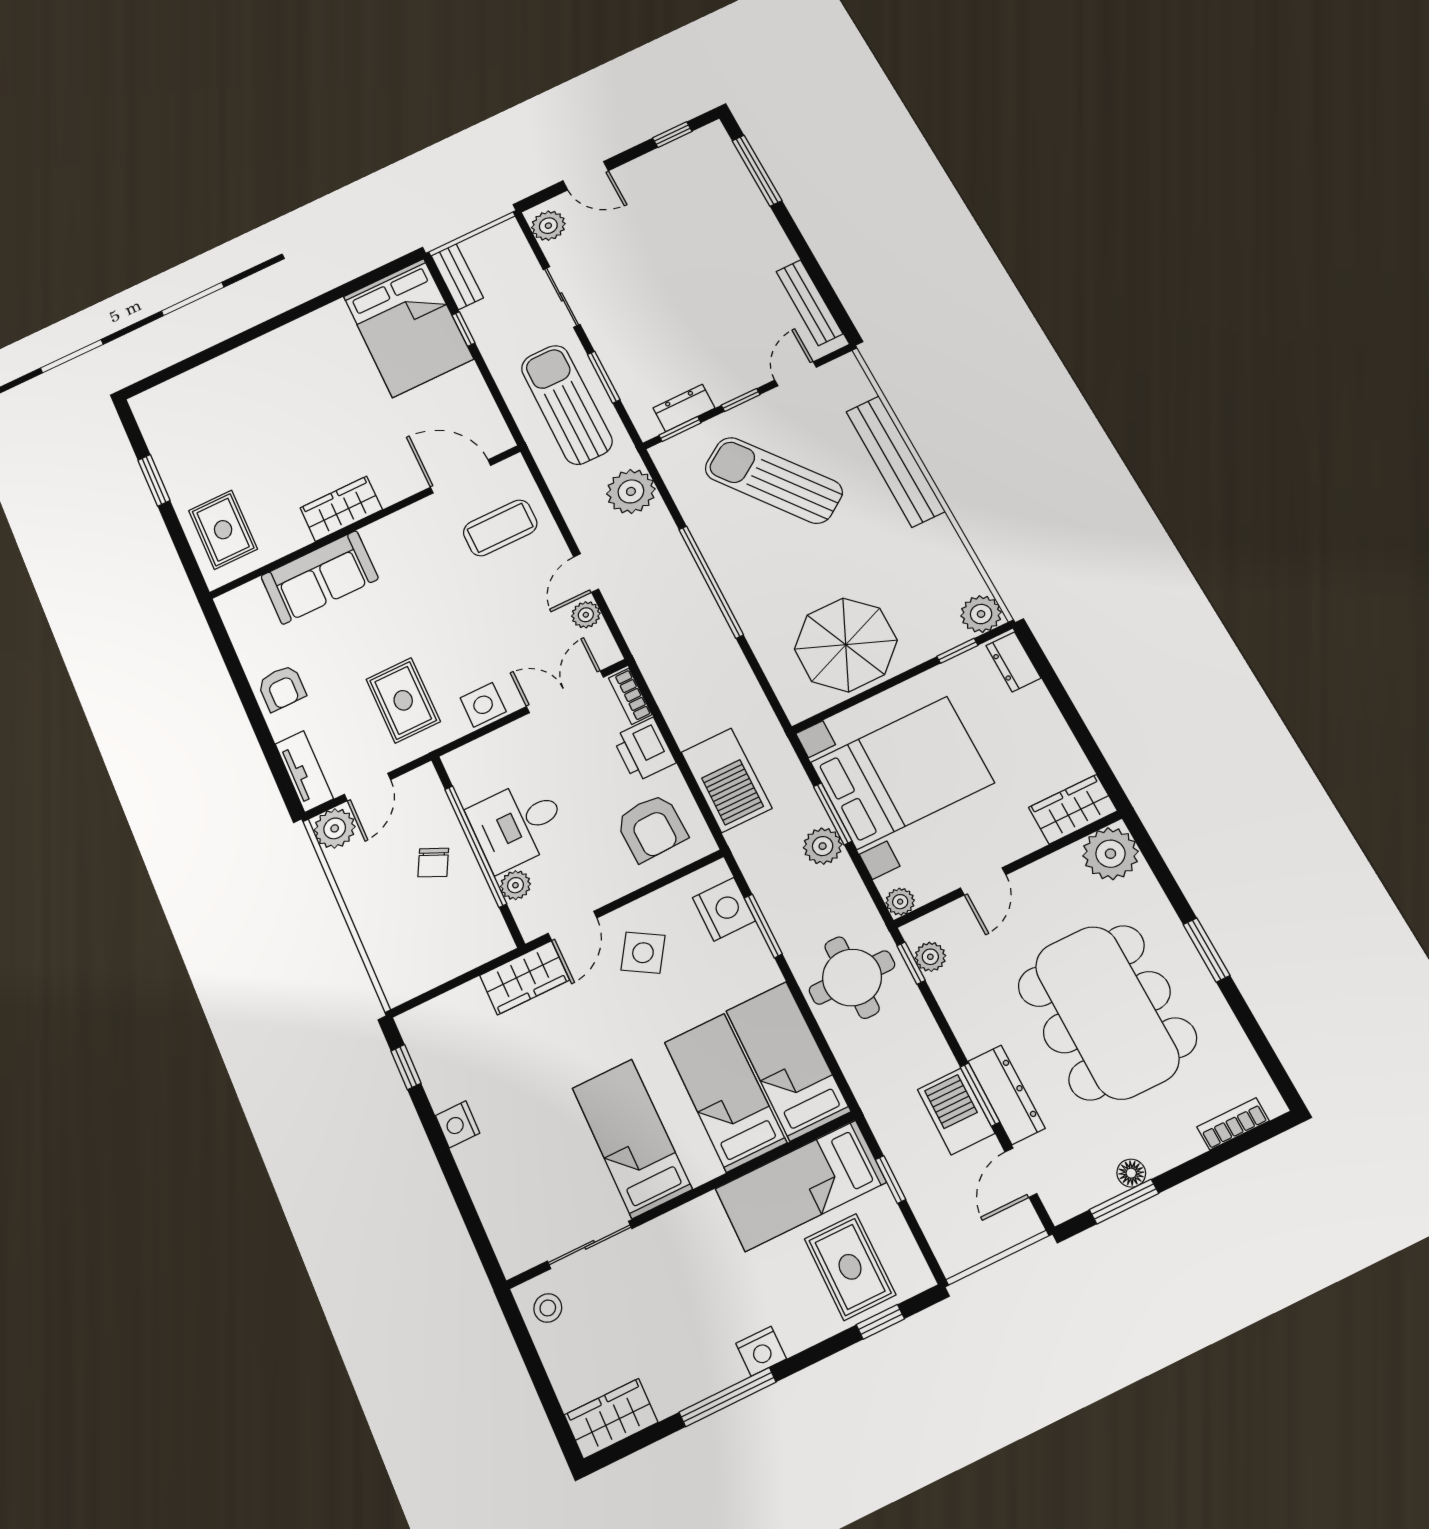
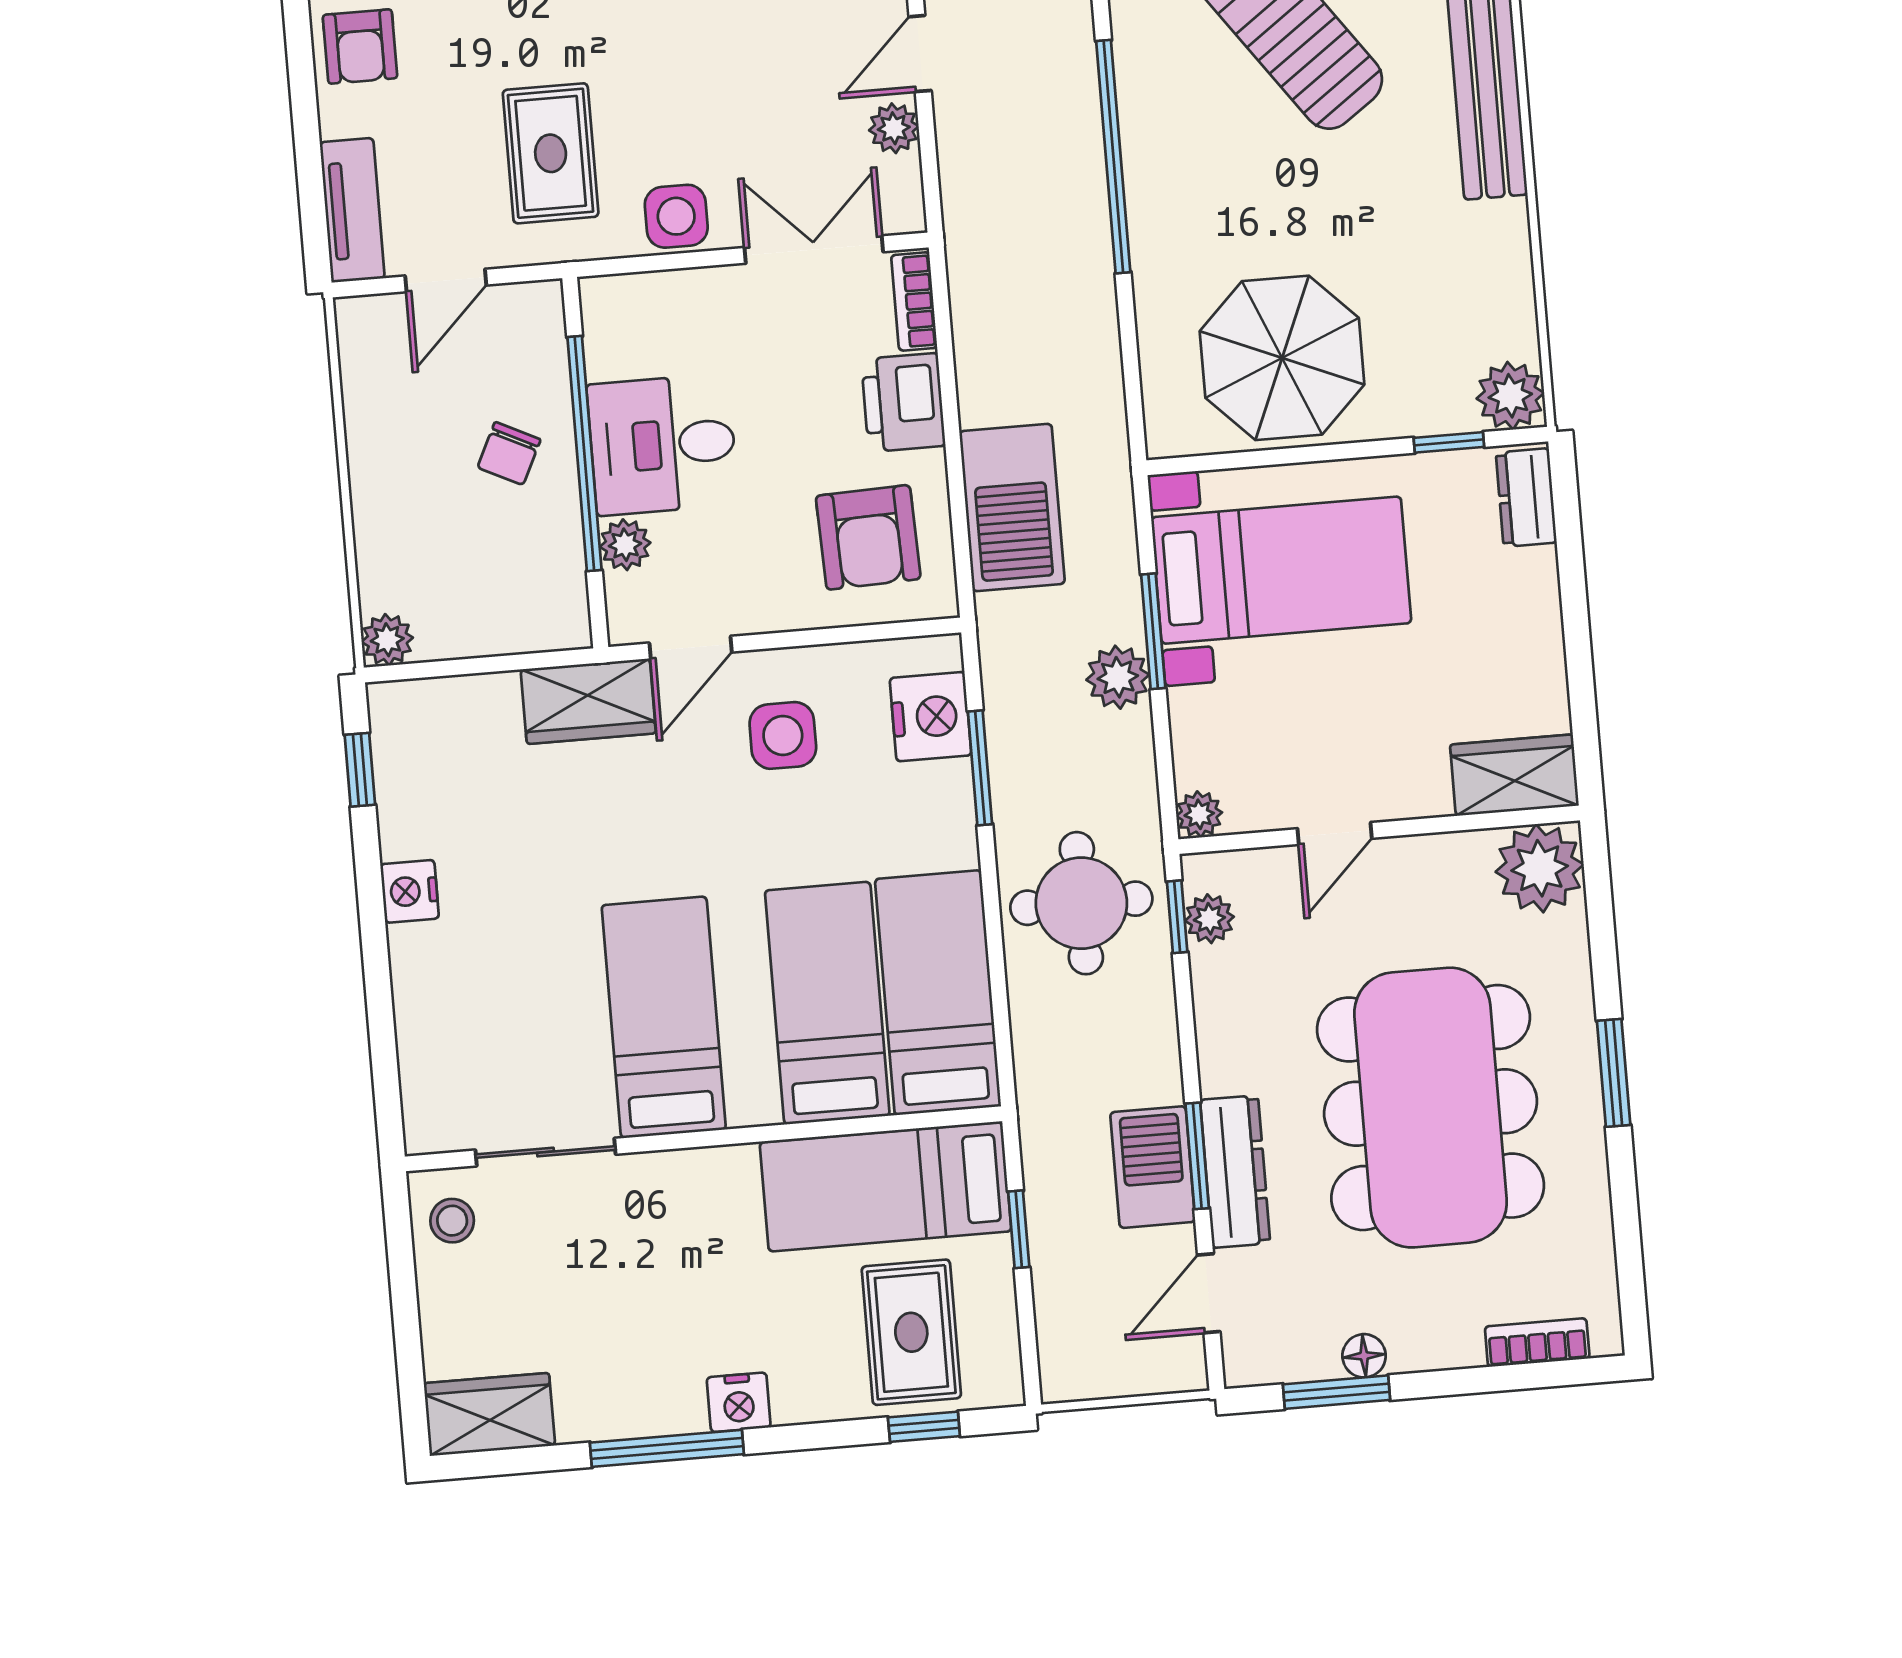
bed with nightstands: (902, 772) -> (1281, 570), width x0.73
plant: (335, 828) -> (387, 640), moved, width x0.73, depth x0.73
side table: (643, 953) -> (783, 735), turned -32

